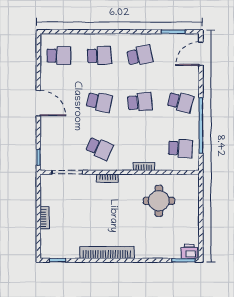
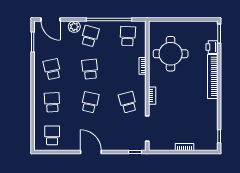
plant: (192, 83) -> (74, 27), added
door: (38, 103) -> (91, 152), hinge flipped
school desk: (99, 148) -> (128, 102), turned -39
round table: (159, 201) -> (171, 54), width x1.36, depth x1.36
printer: (189, 251) -> (212, 47), moved
bookcase: (107, 253) -> (213, 77), moved

